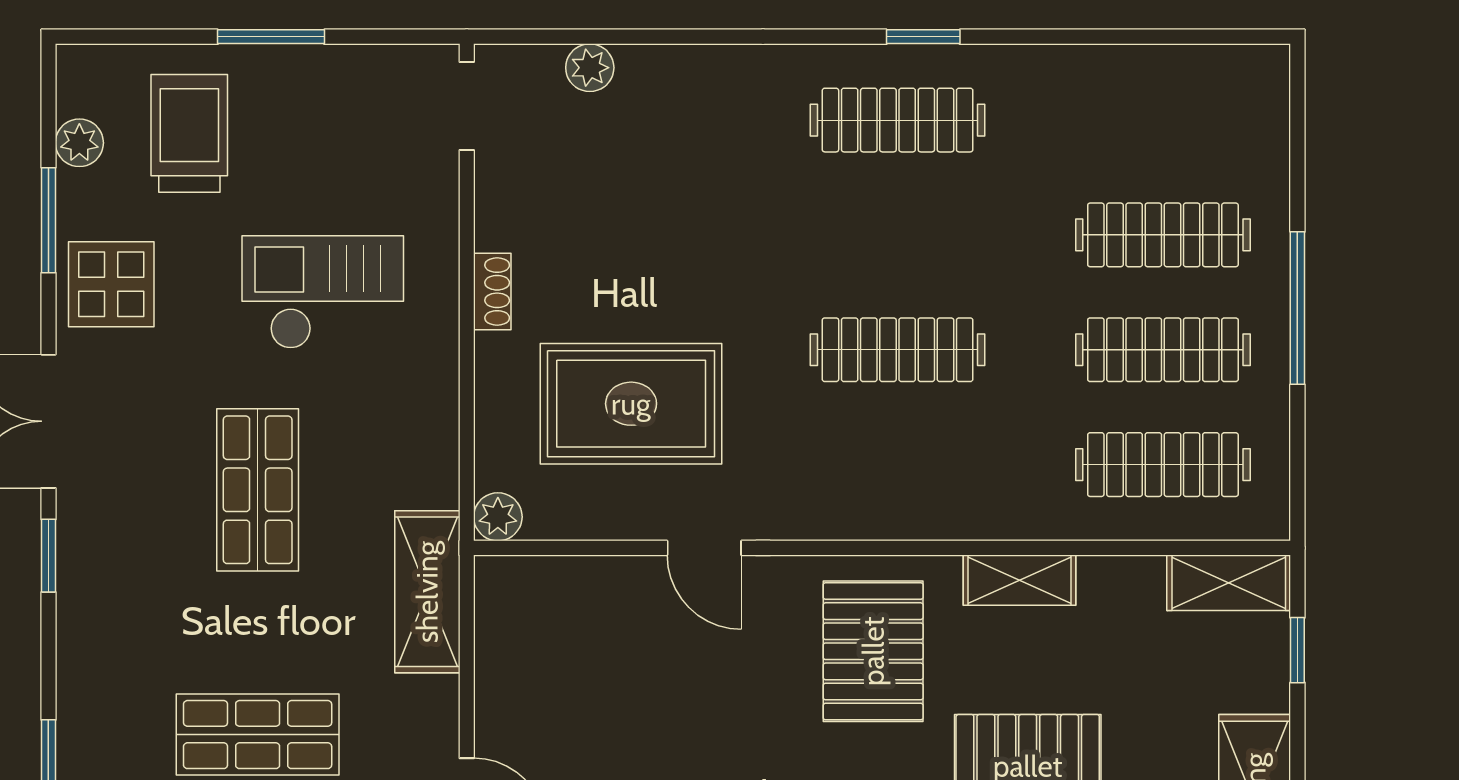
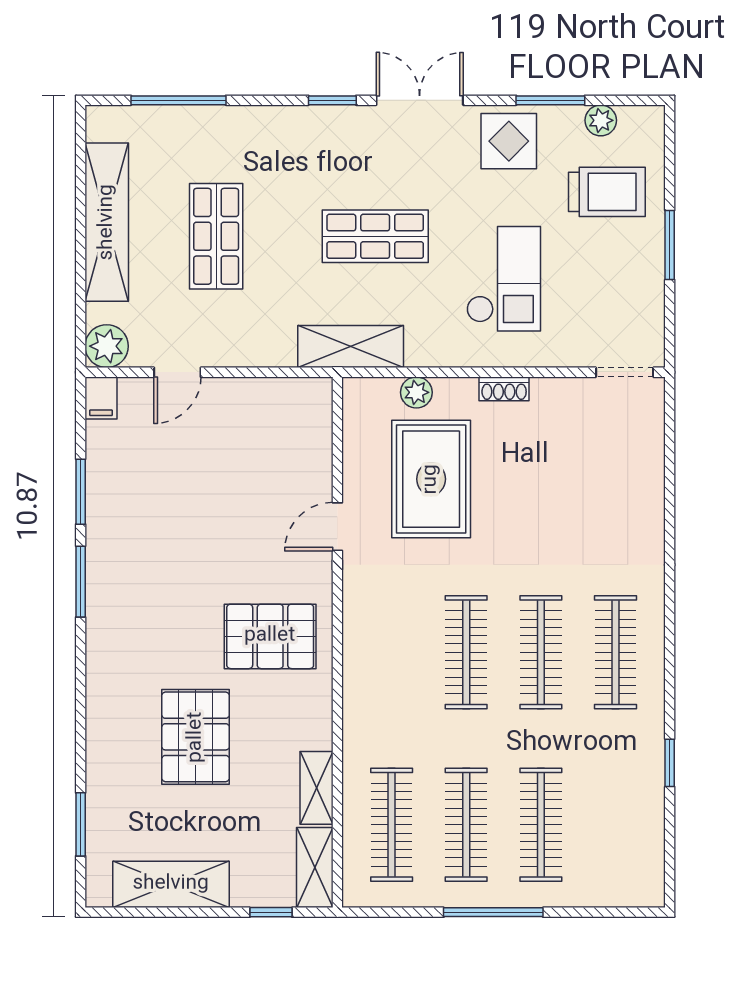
window: (923, 37) -> (670, 763), moved
plant: (590, 68) -> (650, 452), removed
clothes rail: (898, 235) -> (541, 652), added
plant: (498, 517) -> (416, 392), moved
shelving: (1020, 580) -> (316, 788), moved
shelving: (427, 592) -> (351, 347), moved

